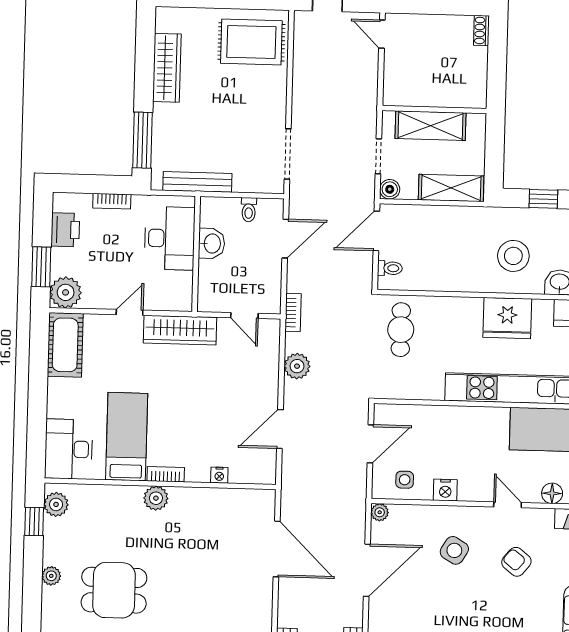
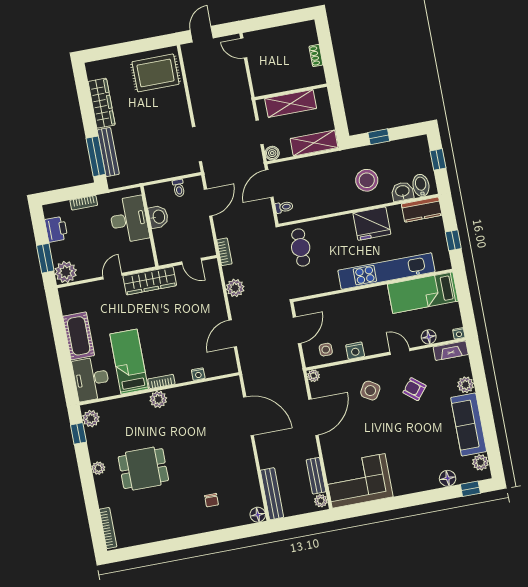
shoe rack: (481, 31) -> (316, 56), moved
bench: (197, 182) -> (108, 152), moved, turned 90
cot: (65, 345) -> (79, 336), moved

